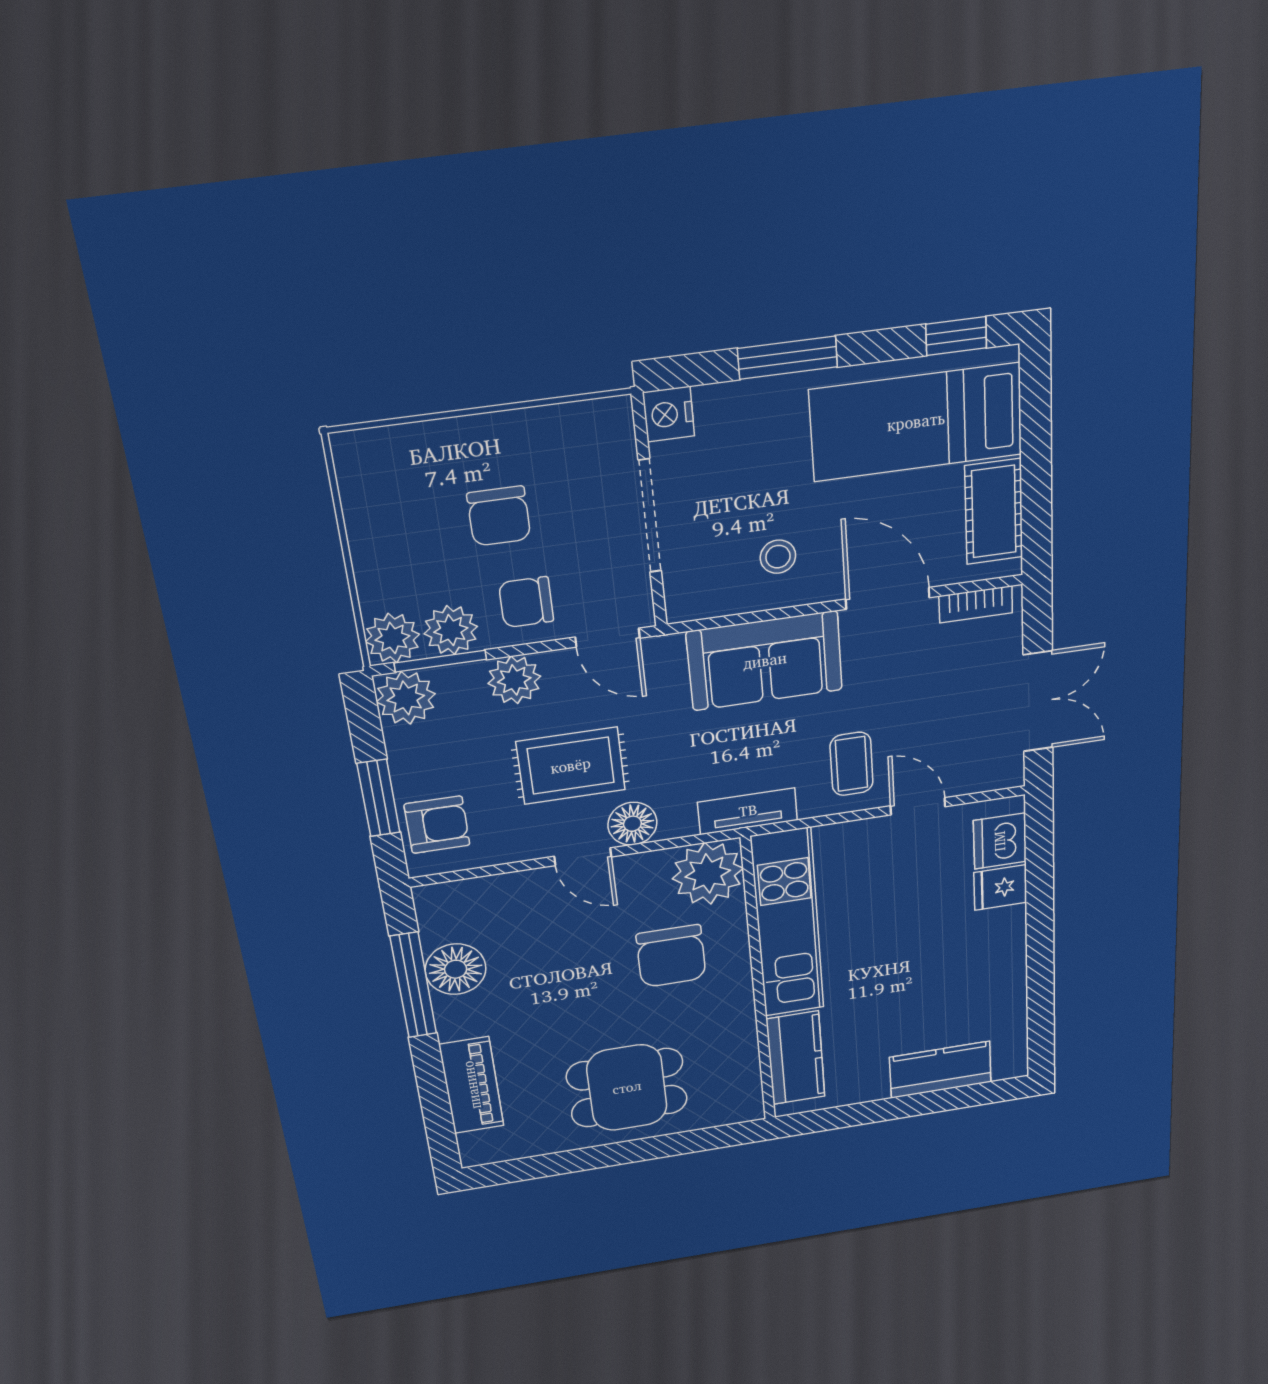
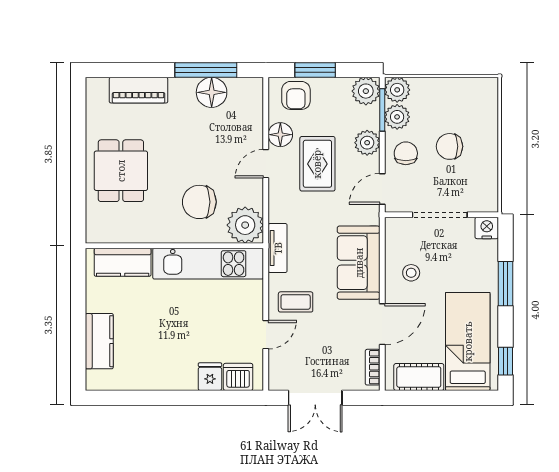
floor lamp: (632, 824) -> (280, 135), moved

